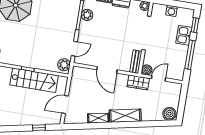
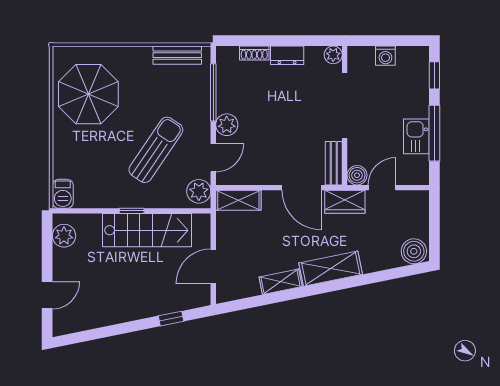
plant: (87, 15) -> (227, 125), moved
kitchen sink: (184, 35) -> (416, 136), moved
sun lounger: (45, 40) -> (156, 150), added
door: (107, 70) -> (302, 188), moved
shelving: (84, 73) -> (238, 200), added

